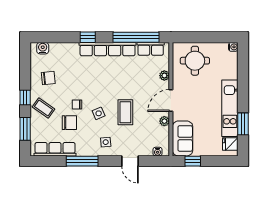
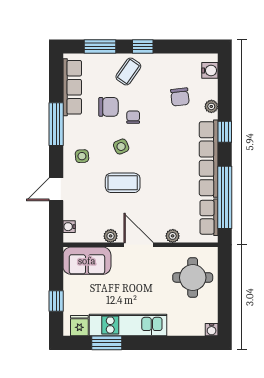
plant: (69, 47) -> (211, 106), added
chair: (48, 78) -> (180, 97), moved
chair: (69, 123) -> (108, 107), turned -90
window: (193, 161) -> (56, 301), moved

